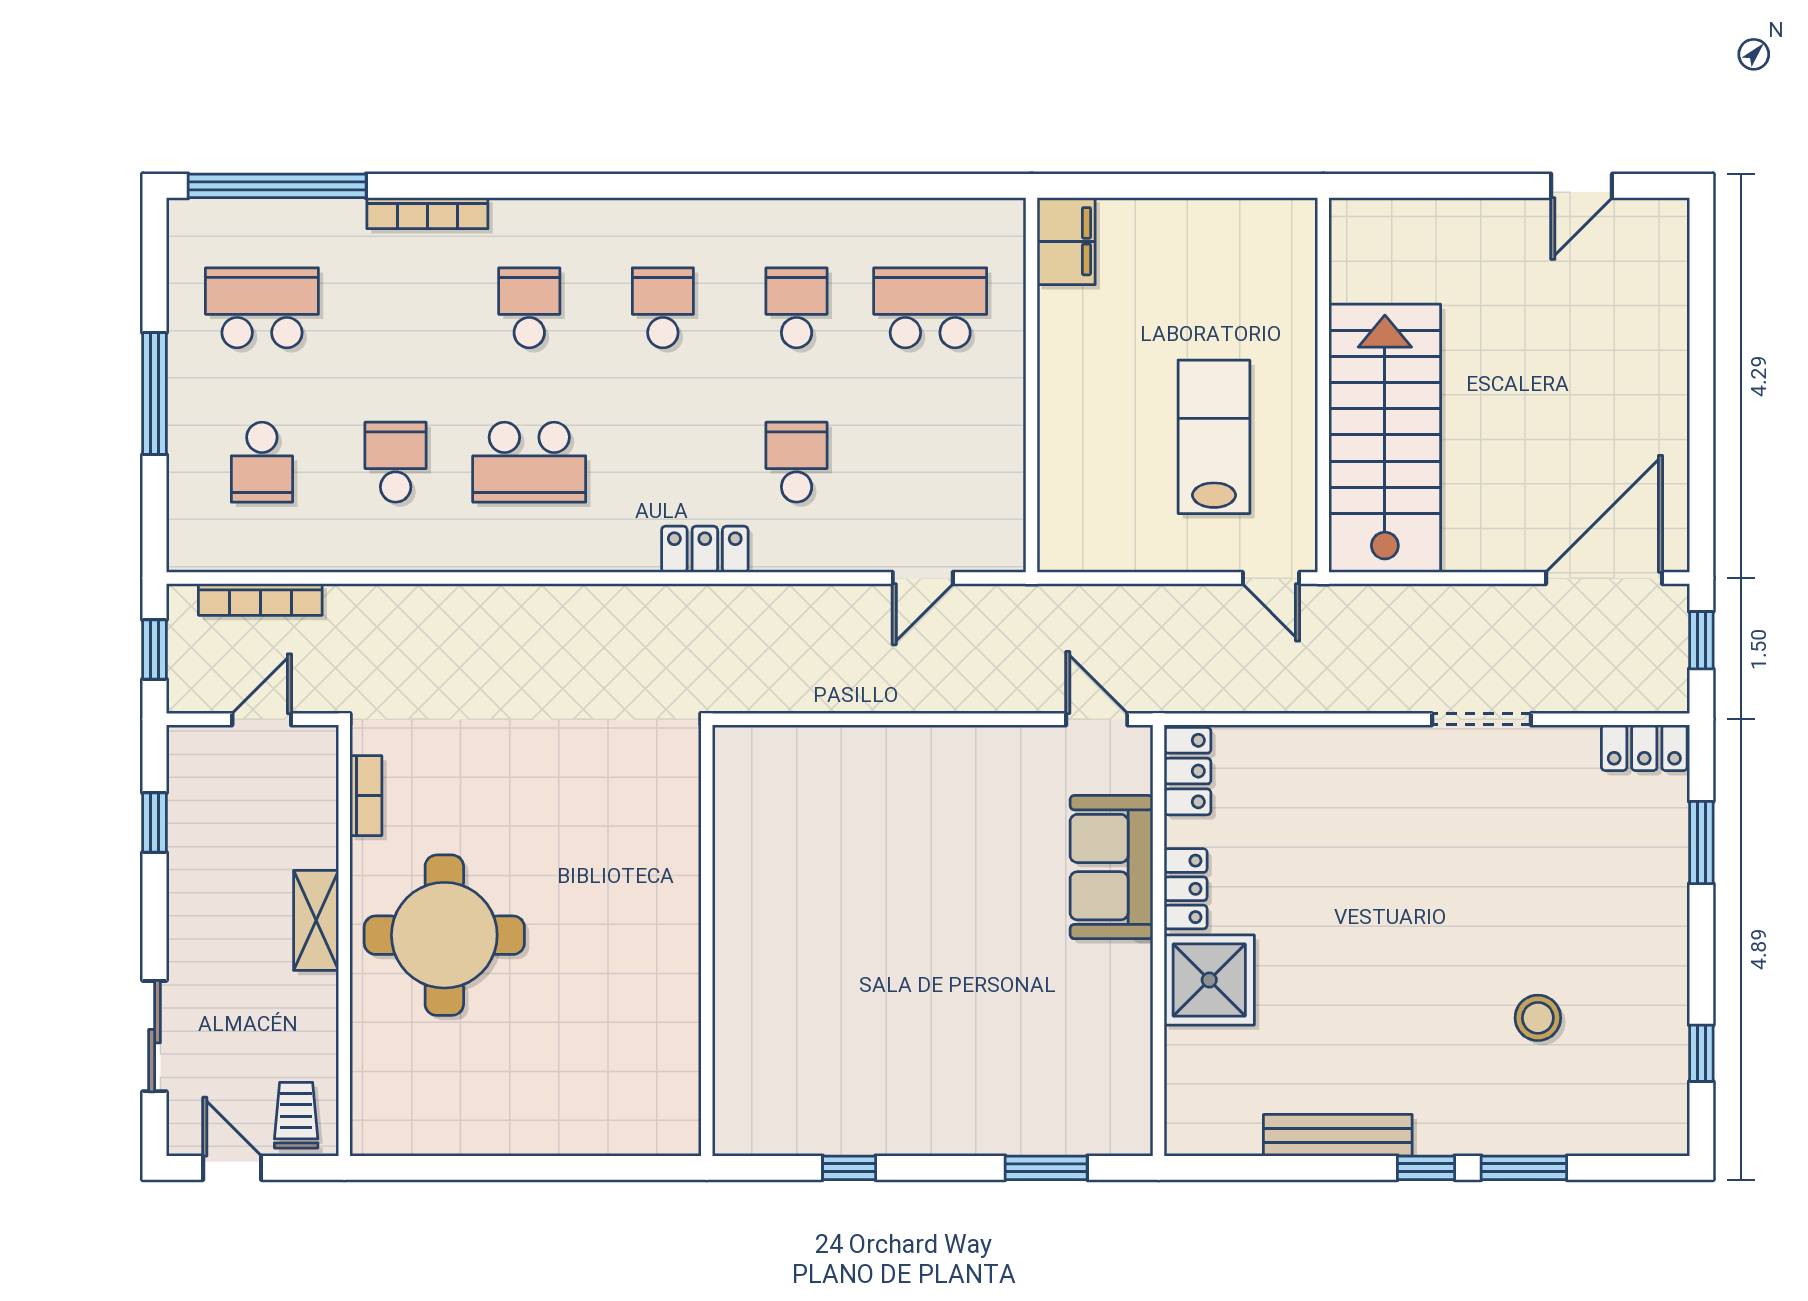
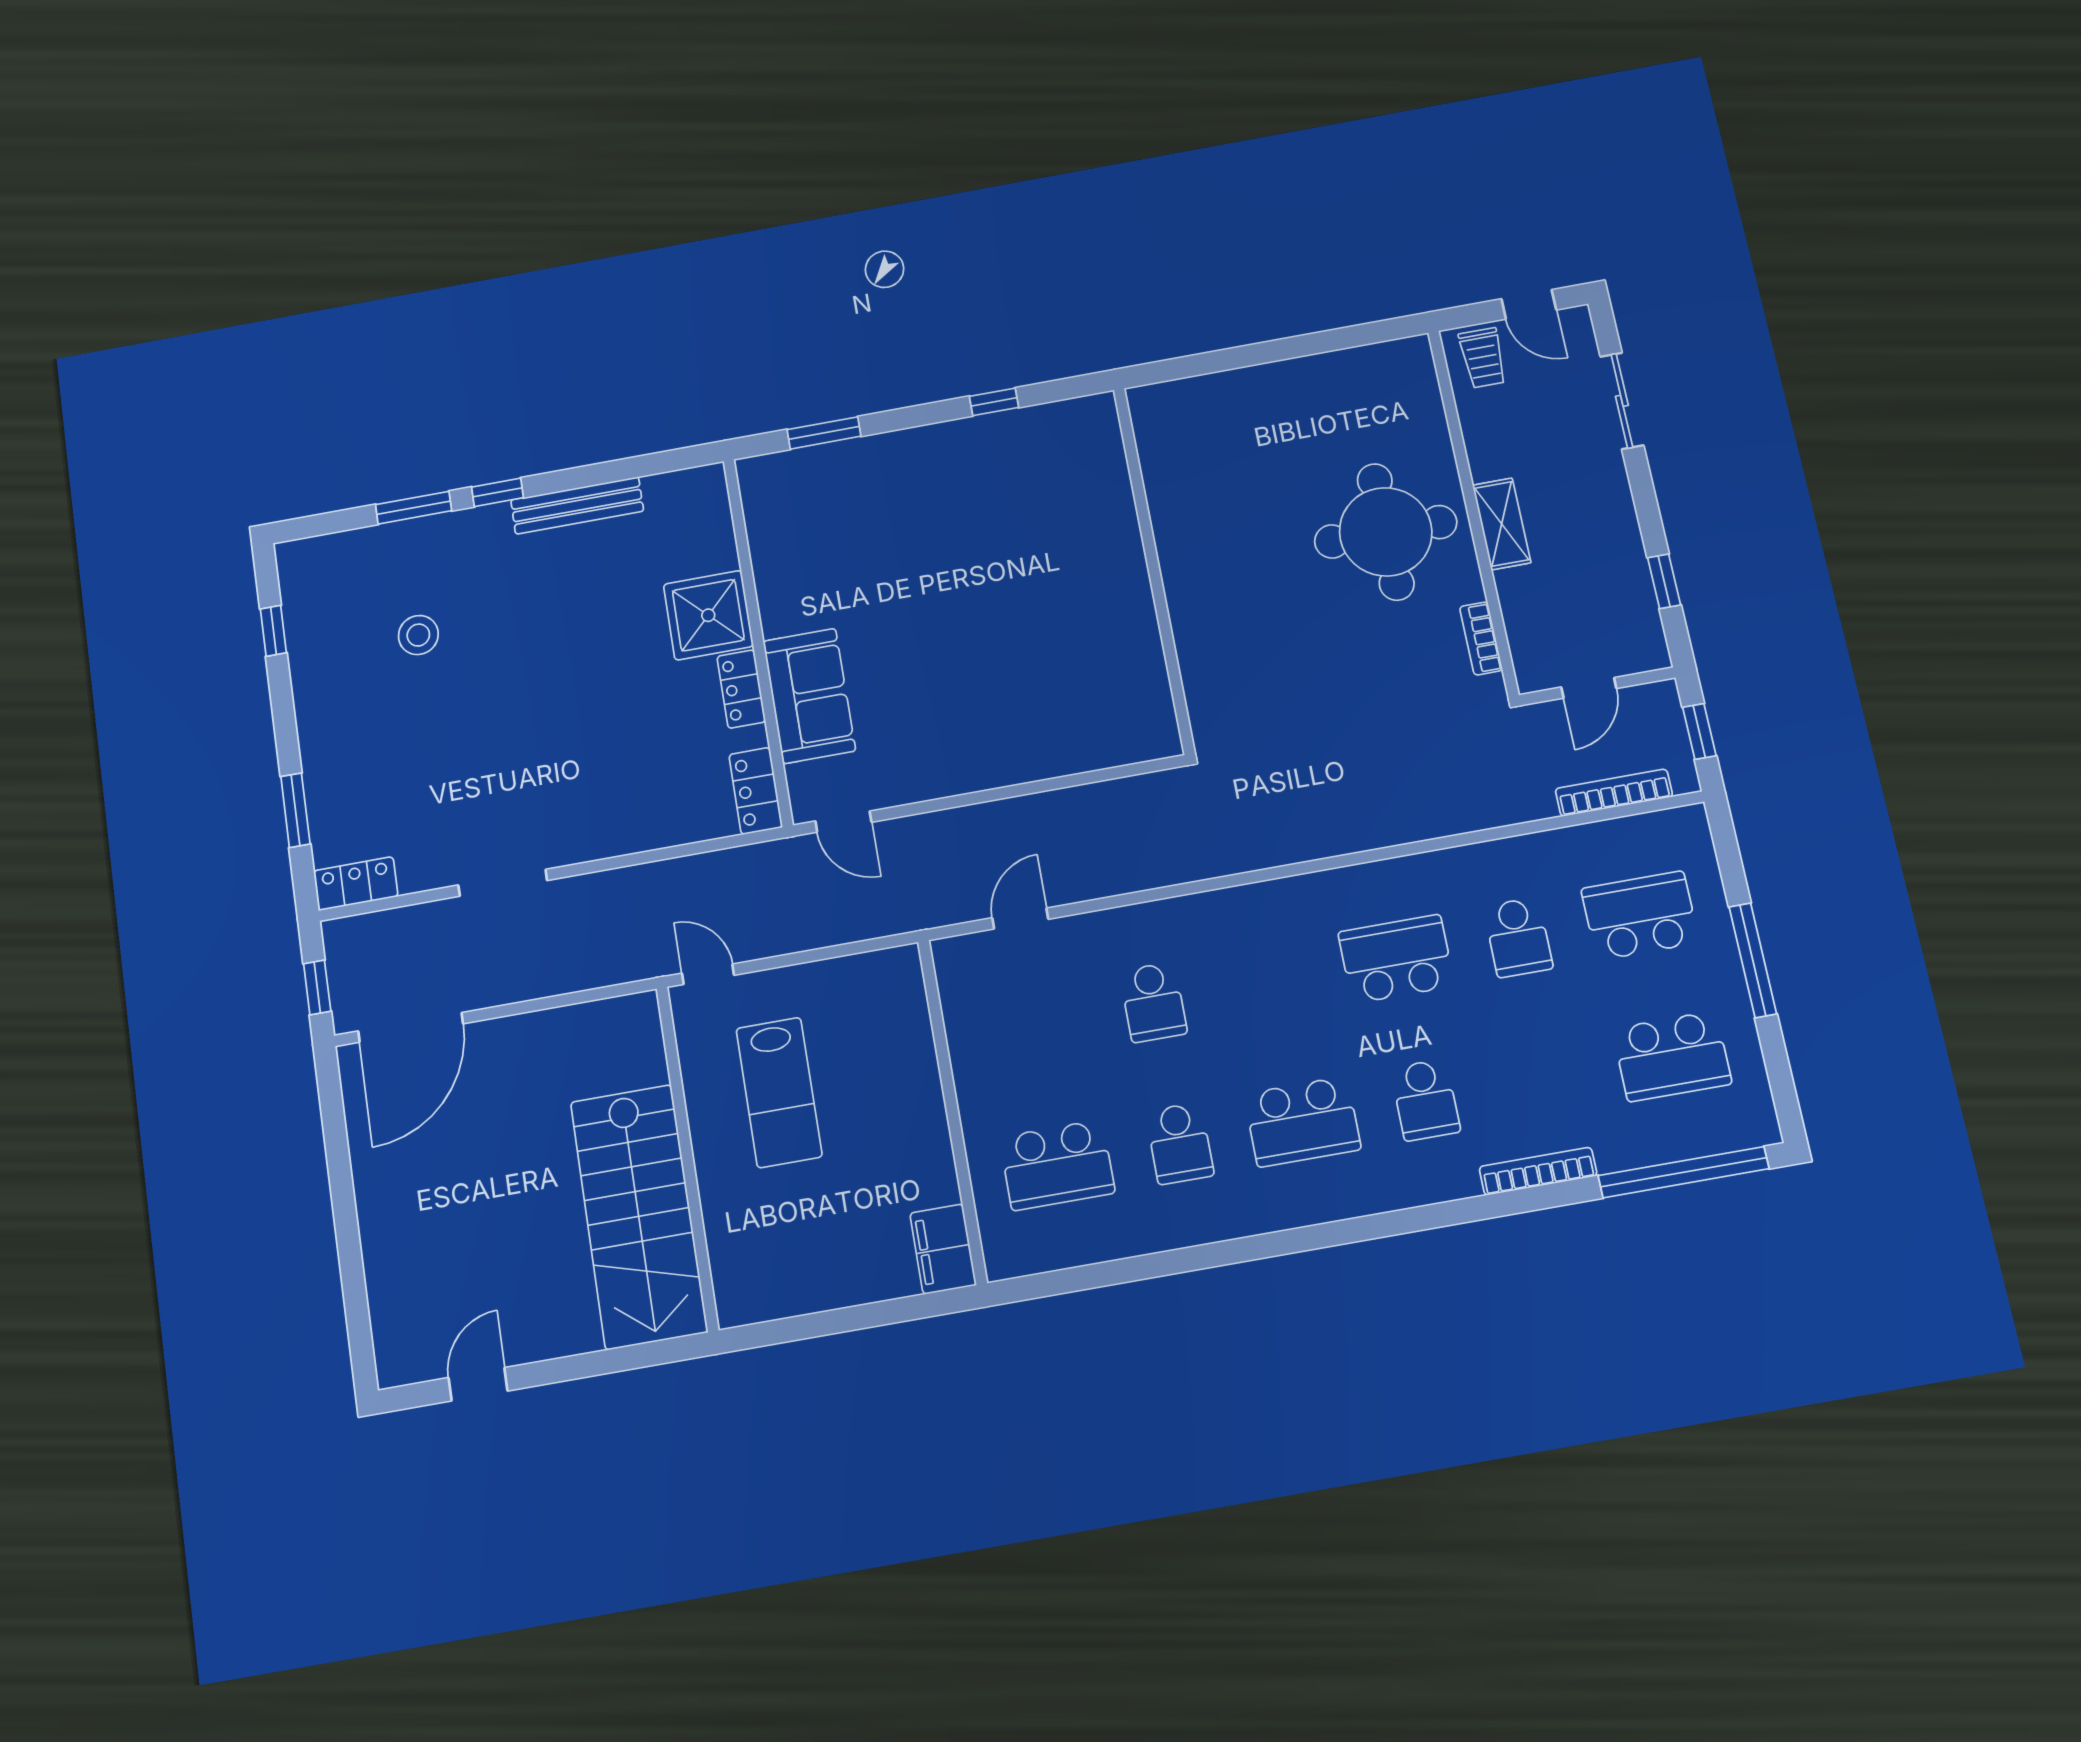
school desk: (663, 308) -> (1302, 1122), width x1.85
stairs: (1385, 438) -> (639, 1216), moved
school desk: (262, 462) -> (1640, 916), width x1.85
locker: (705, 549) -> (1221, 909), removed

